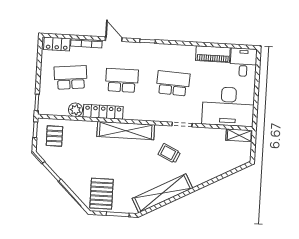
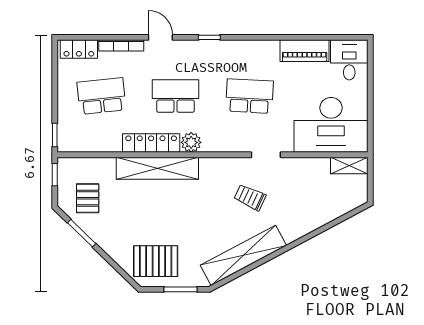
plant: (75, 110) -> (191, 142), moved
shelving: (126, 131) -> (157, 168), moved
pallet: (54, 136) -> (88, 198), moved
pallet: (102, 194) -> (156, 261), turned 90

